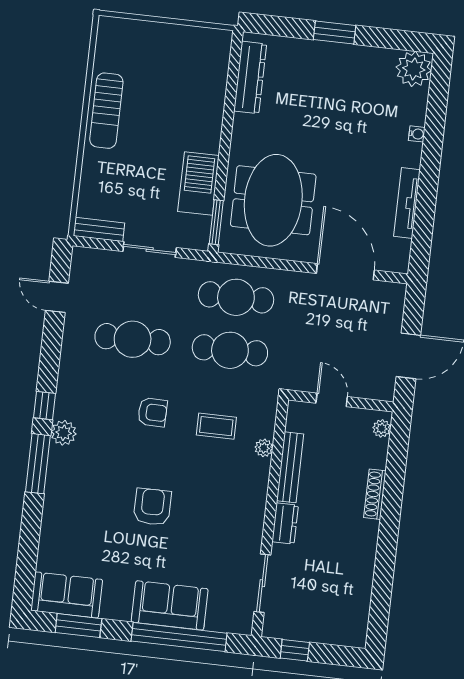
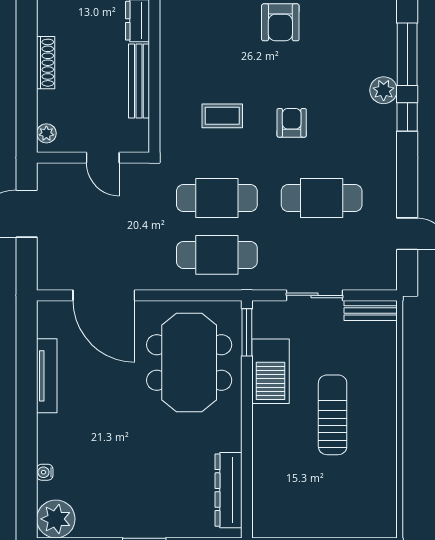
sun lounger: (106, 111) -> (333, 415), moved
water cooler: (417, 134) -> (45, 472), moved
armchair: (152, 412) -> (292, 123), turned 89
plant: (264, 448) -> (169, 98), removed

